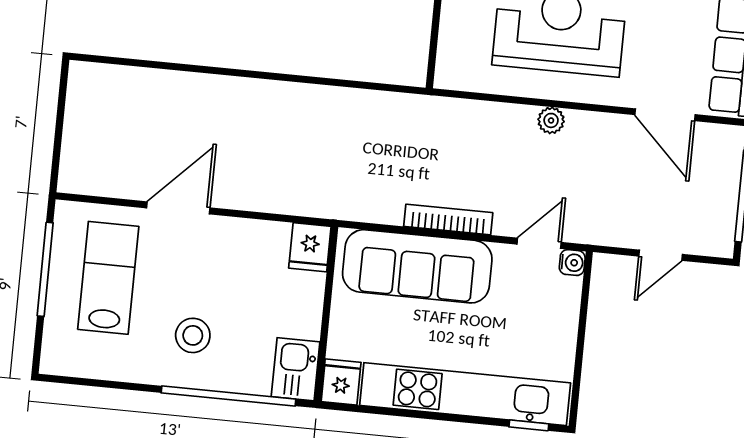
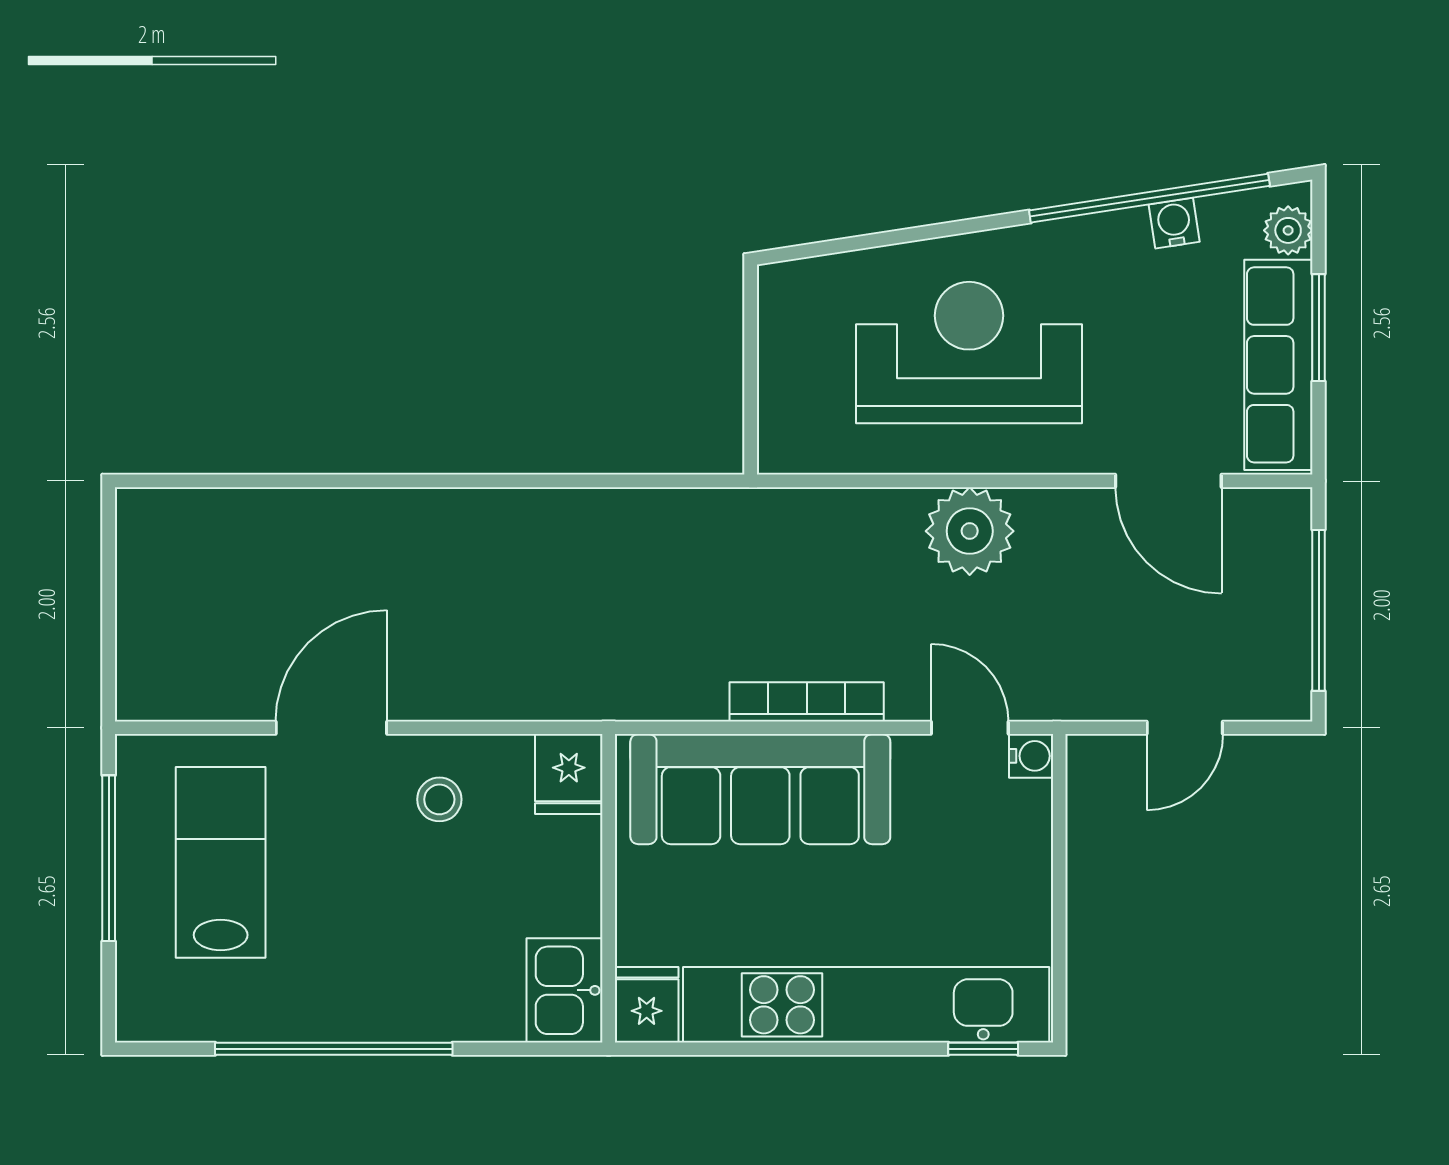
plant: (551, 120) -> (970, 531), width x1.88, depth x1.88
door: (539, 243) -> (970, 728), hinge flipped
stool: (193, 335) -> (439, 799), moved, width x0.73, depth x0.73
window: (228, 396) -> (334, 1049), moved

